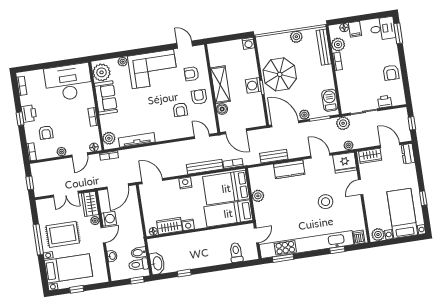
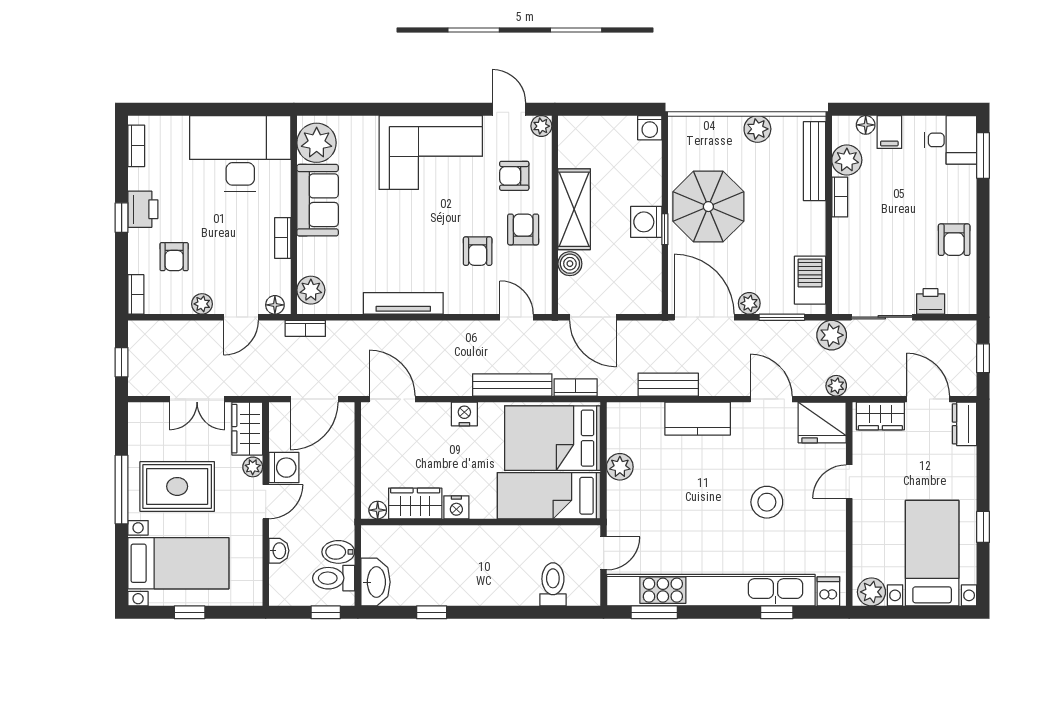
plant: (123, 62) -> (541, 126), moved
tv unit: (137, 140) -> (403, 303), moved

